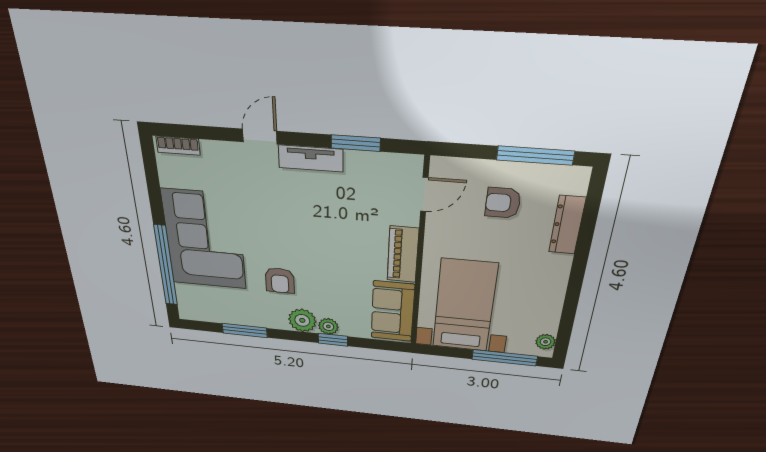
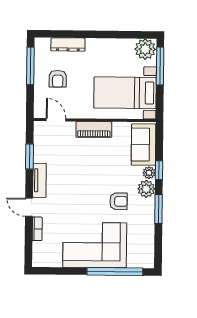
bookcase: (178, 146) -> (37, 229), moved
sofa: (393, 311) -> (143, 145), moved, turned 90
window: (245, 330) -> (159, 209), moved
plant: (546, 342) -> (145, 49), width x1.87, depth x1.87

